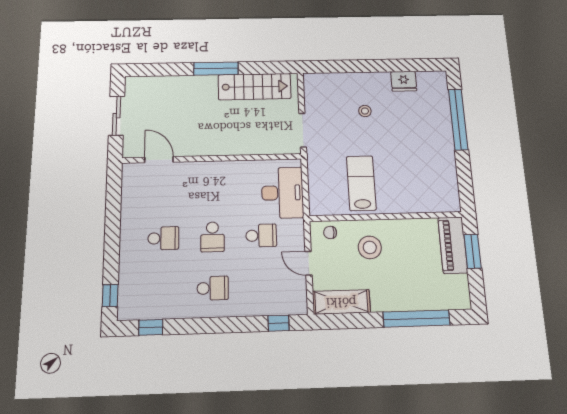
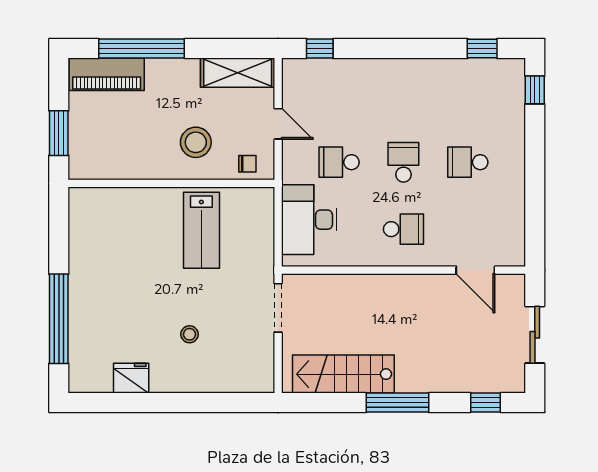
window: (153, 70) -> (485, 403), added
piano: (453, 245) -> (107, 74), moved, turned 90
school desk: (213, 288) -> (403, 229), moved, turned 180

